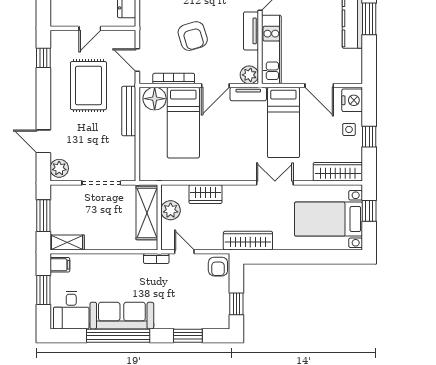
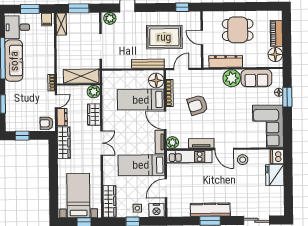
double door: (275, 183) -> (102, 143), moved
plant: (171, 210) -> (94, 92), moved
dresser: (209, 243) -> (62, 117), added

